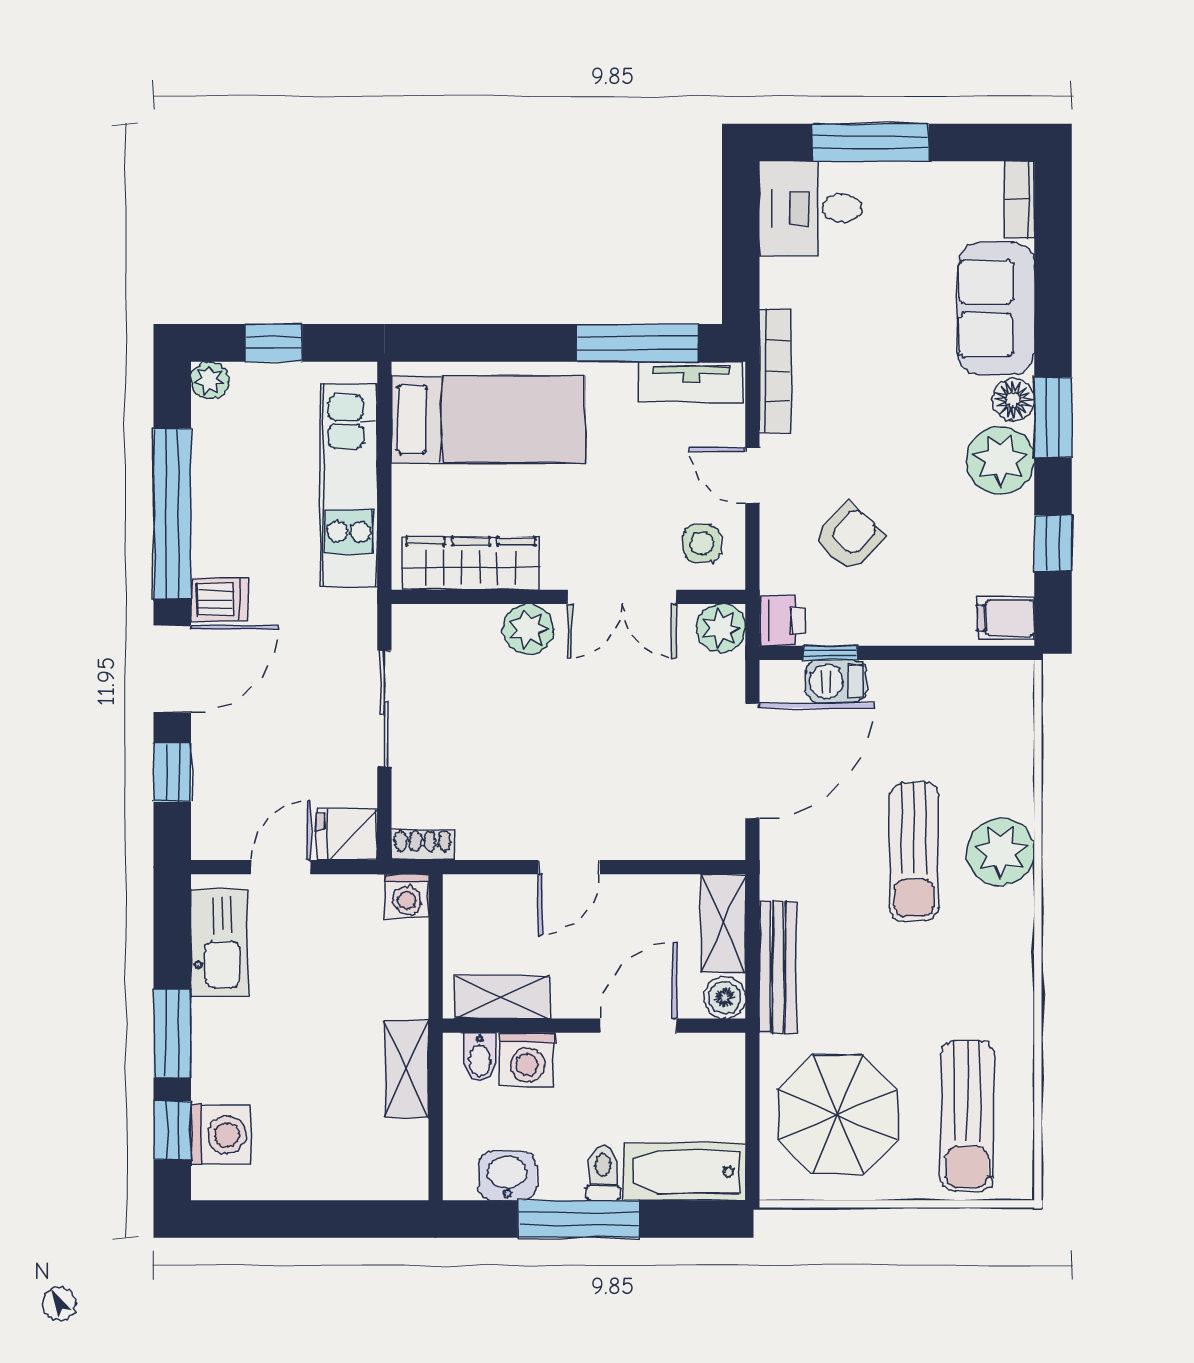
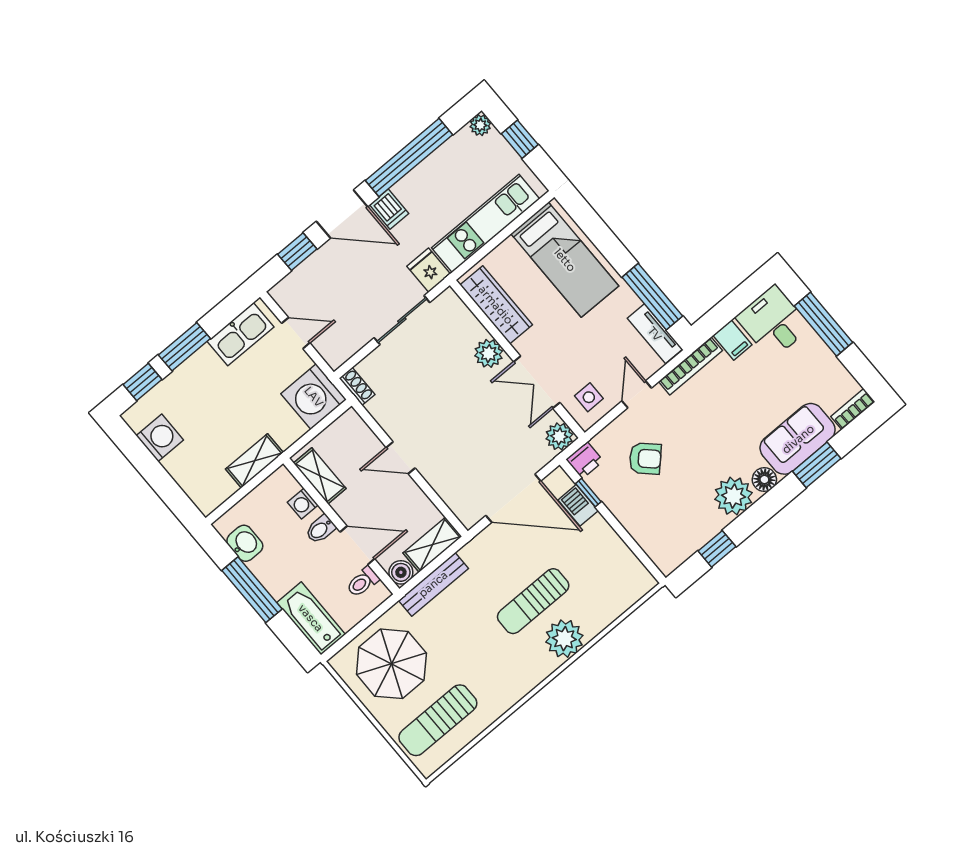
window: (1053, 417) -> (817, 465), moved
filing cabinet: (1006, 618) -> (732, 340), moved, turned 180
fridge: (347, 835) -> (429, 270), moved
washing machine: (407, 896) -> (314, 397), width x1.89, depth x1.89
bidet: (480, 1057) -> (320, 529), moved
washing machine: (527, 1059) -> (303, 504), width x0.73, depth x0.73
washing machine: (221, 1135) -> (160, 438), moved, turned -90
toilet: (603, 1173) -> (363, 582), moved, turned 180

